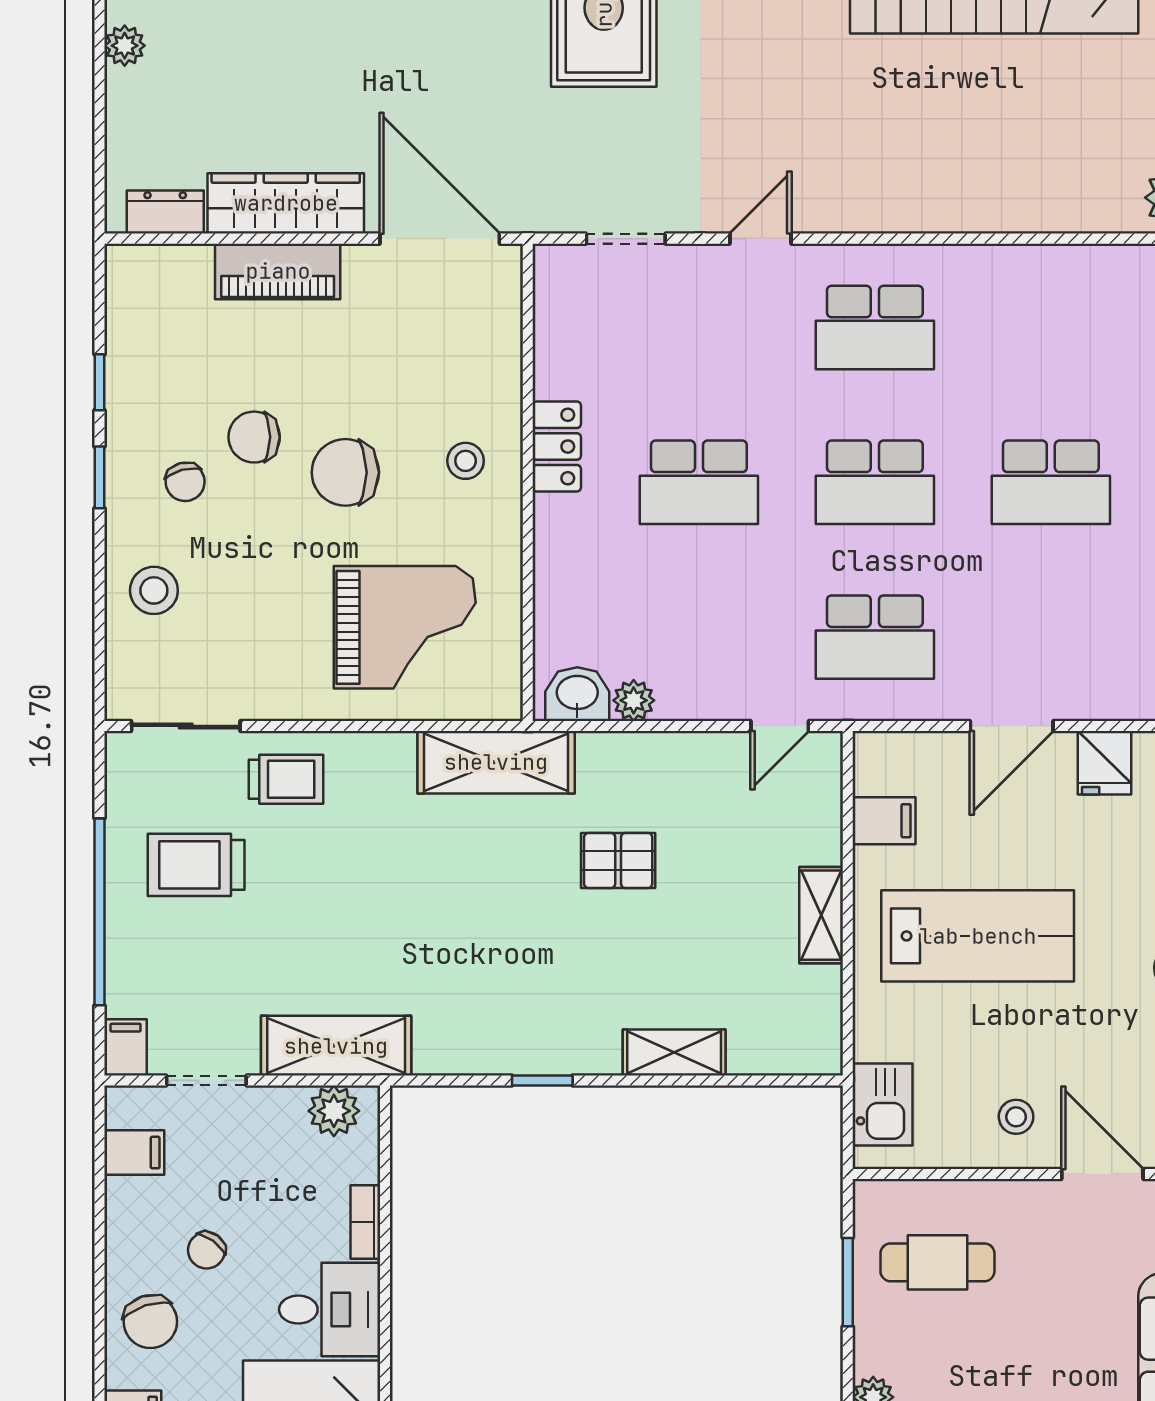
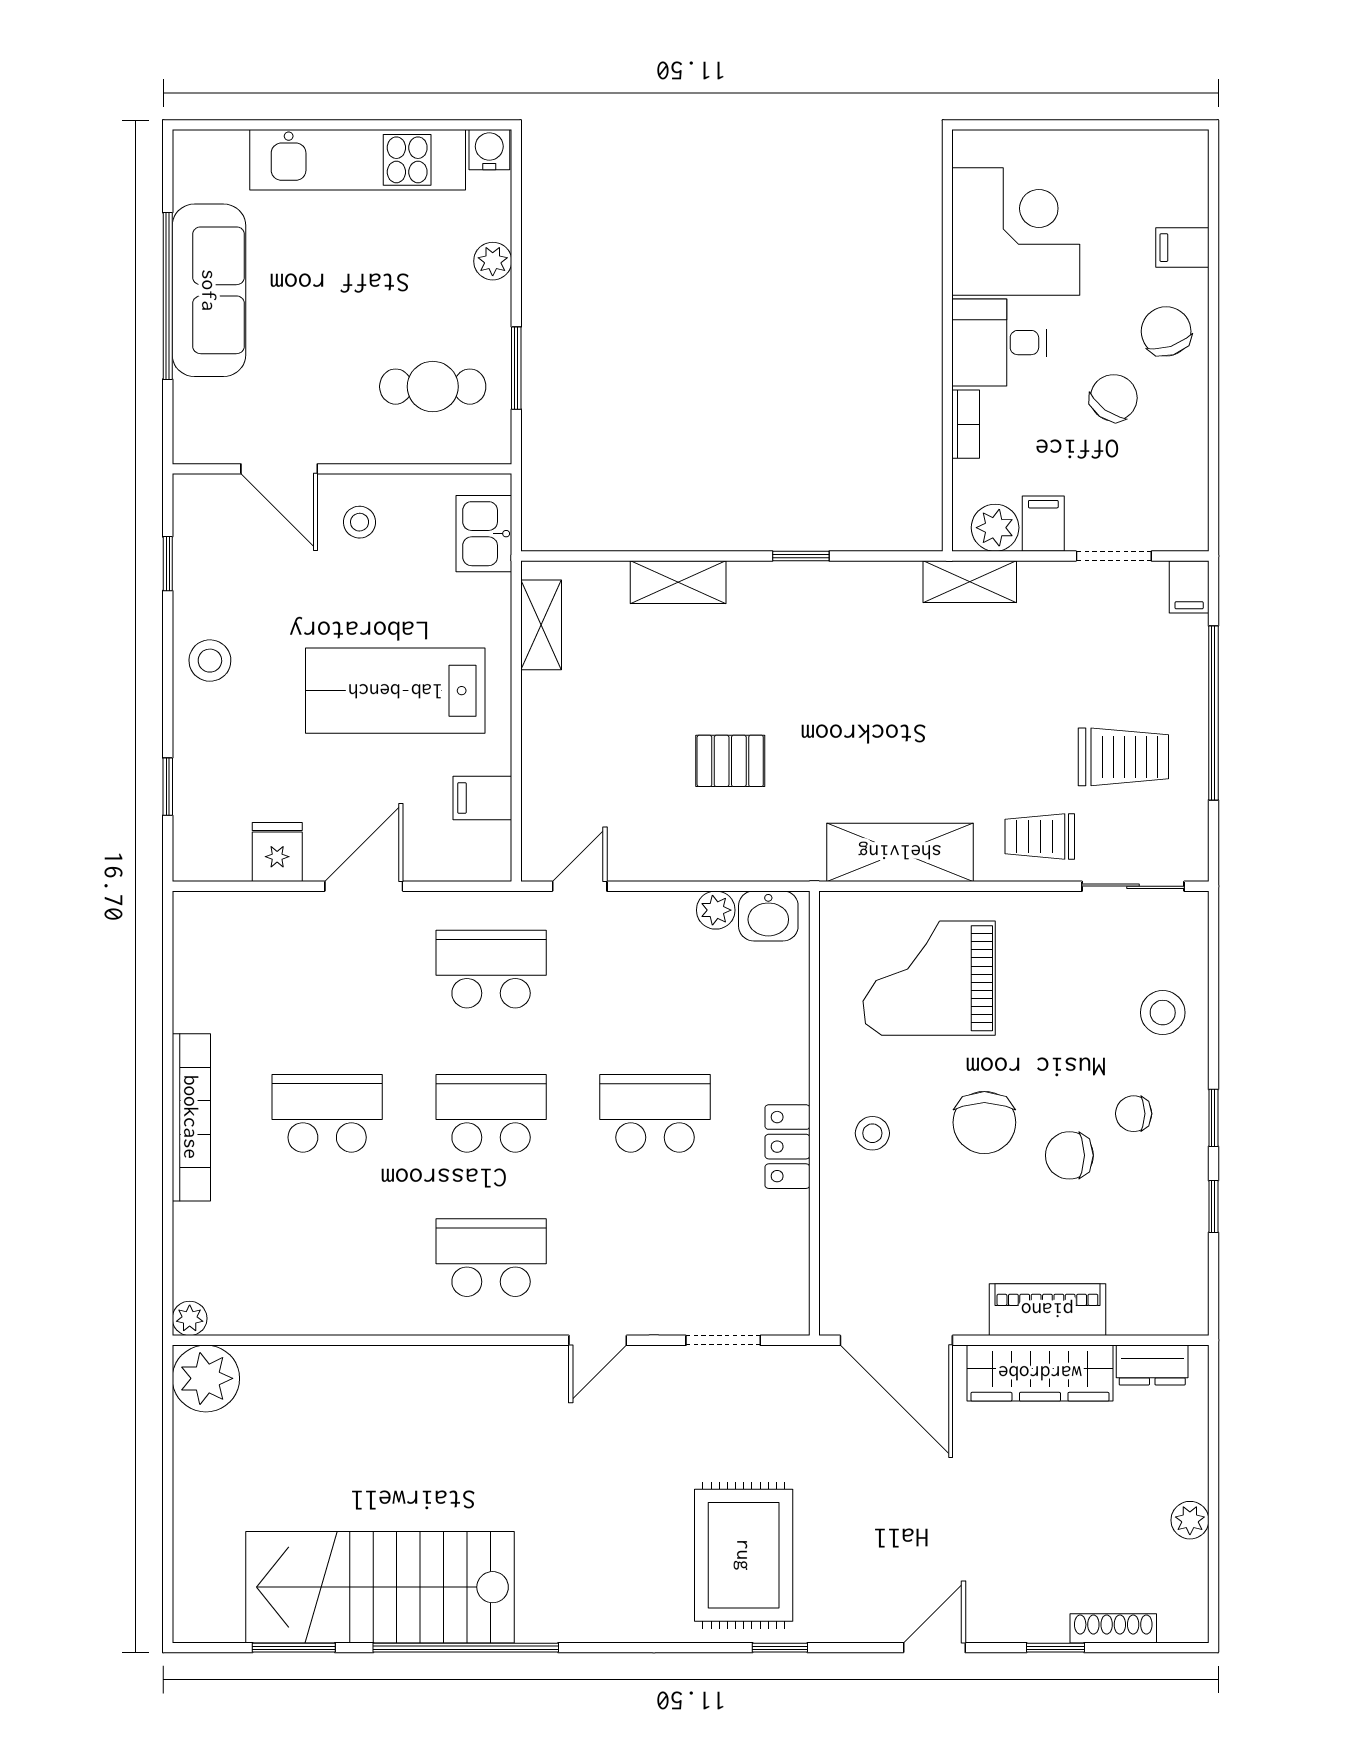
chair: (254, 437) -> (1069, 1155), turned 180
chair: (345, 472) -> (984, 1122), turned 90
chair: (185, 482) -> (1134, 1114), turned -75
shelving: (496, 762) -> (900, 852), moved
shelving: (821, 915) -> (541, 625), moved
shelving: (336, 1046) -> (970, 582), width x0.67, depth x0.75
filing cabinet: (134, 1153) -> (1043, 524), moved, turned 90
chair: (207, 1250) -> (1114, 398), width x1.37, depth x1.37

